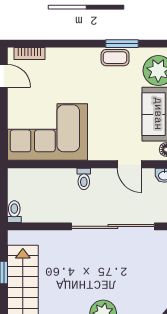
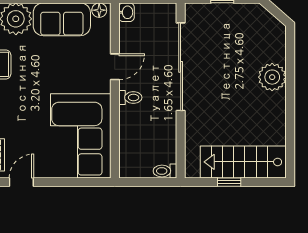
door: (129, 164) -> (115, 67), moved

